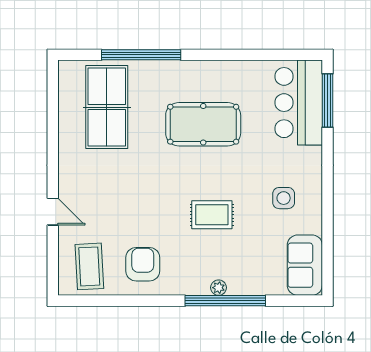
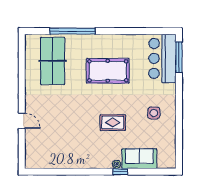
armchair: (143, 264) -> (73, 151), removed
sofa: (305, 265) -> (139, 159), moved, turned 90
coffee table: (89, 266) -> (43, 152), removed
window: (225, 301) -> (120, 172), width x0.32

